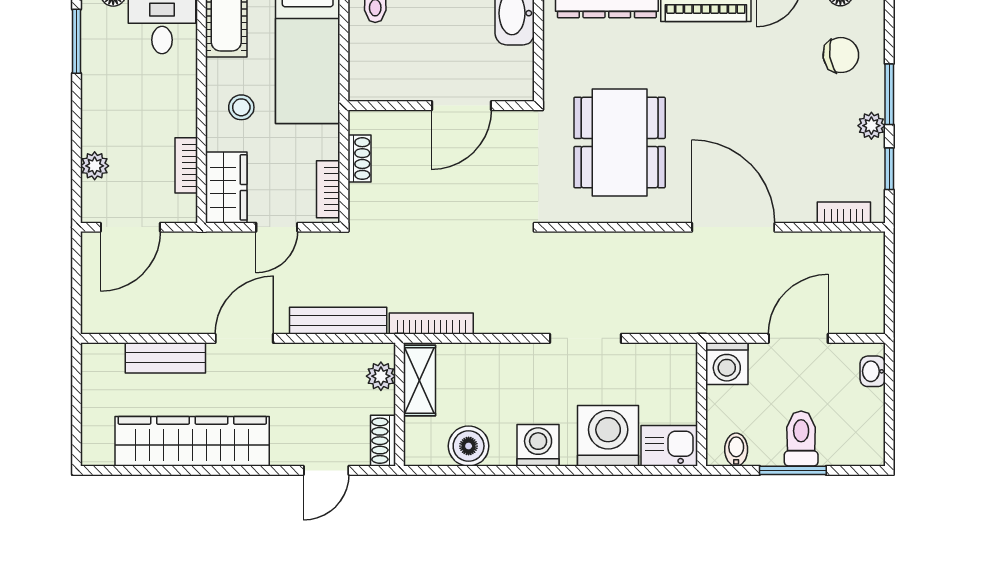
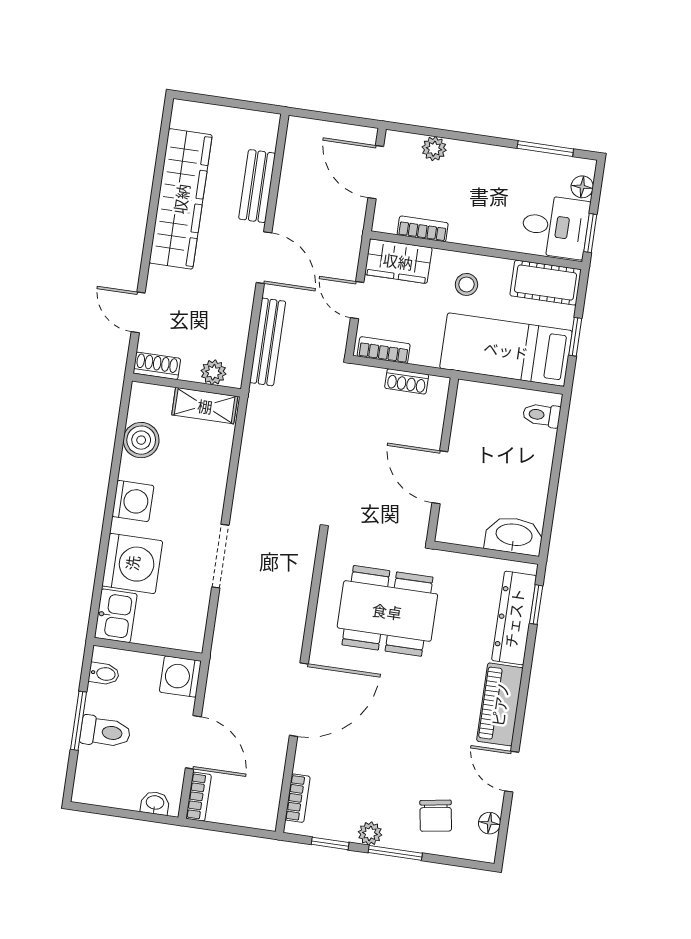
bookcase: (431, 323) -> (199, 797), moved, width x0.64

